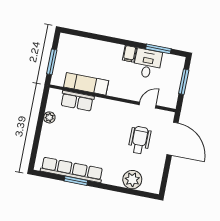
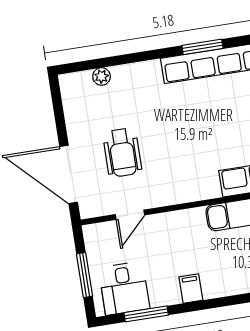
desk: (147, 64) -> (124, 288), moved
plant: (132, 180) -> (102, 76), width x0.53, depth x0.53

